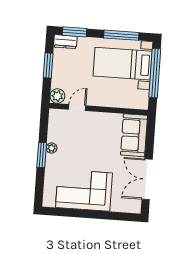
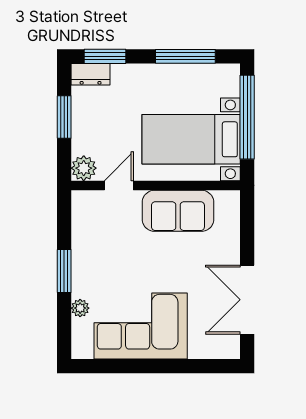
bed with nightstands: (123, 64) -> (191, 139), moved
sofa: (134, 135) -> (178, 211), moved, turned -90
plant: (52, 148) -> (80, 308), moved

